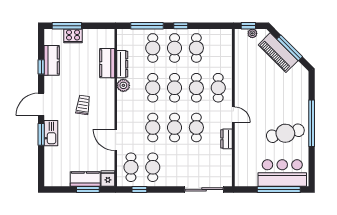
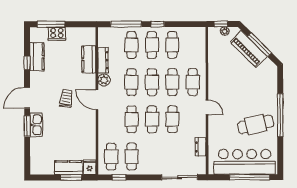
dresser: (227, 139) -> (201, 147), moved
door: (116, 140) -> (97, 100), moved
bar counter: (282, 173) -> (245, 162), width x1.36

